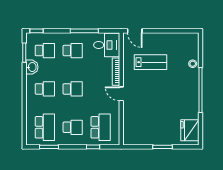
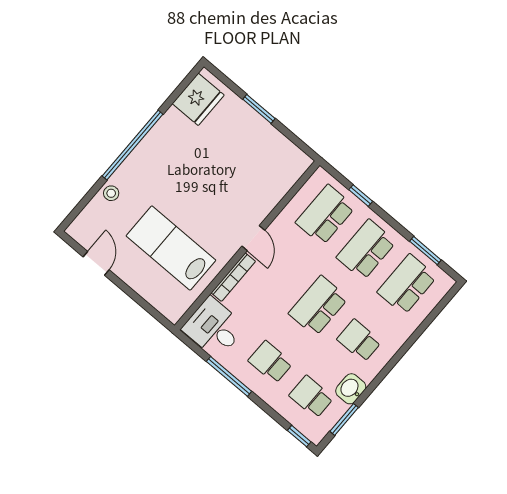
door: (135, 31) -> (96, 263), moved
lab bench: (151, 62) -> (171, 248), width x1.36, depth x1.39
school desk: (73, 89) -> (318, 306), width x1.85
school desk: (73, 127) -> (366, 250), width x1.85

